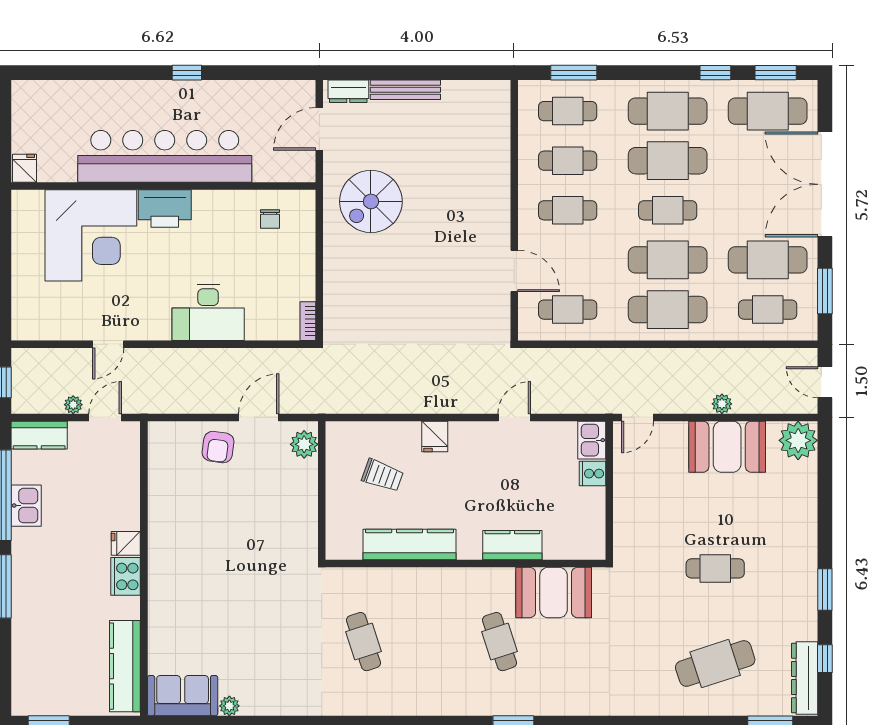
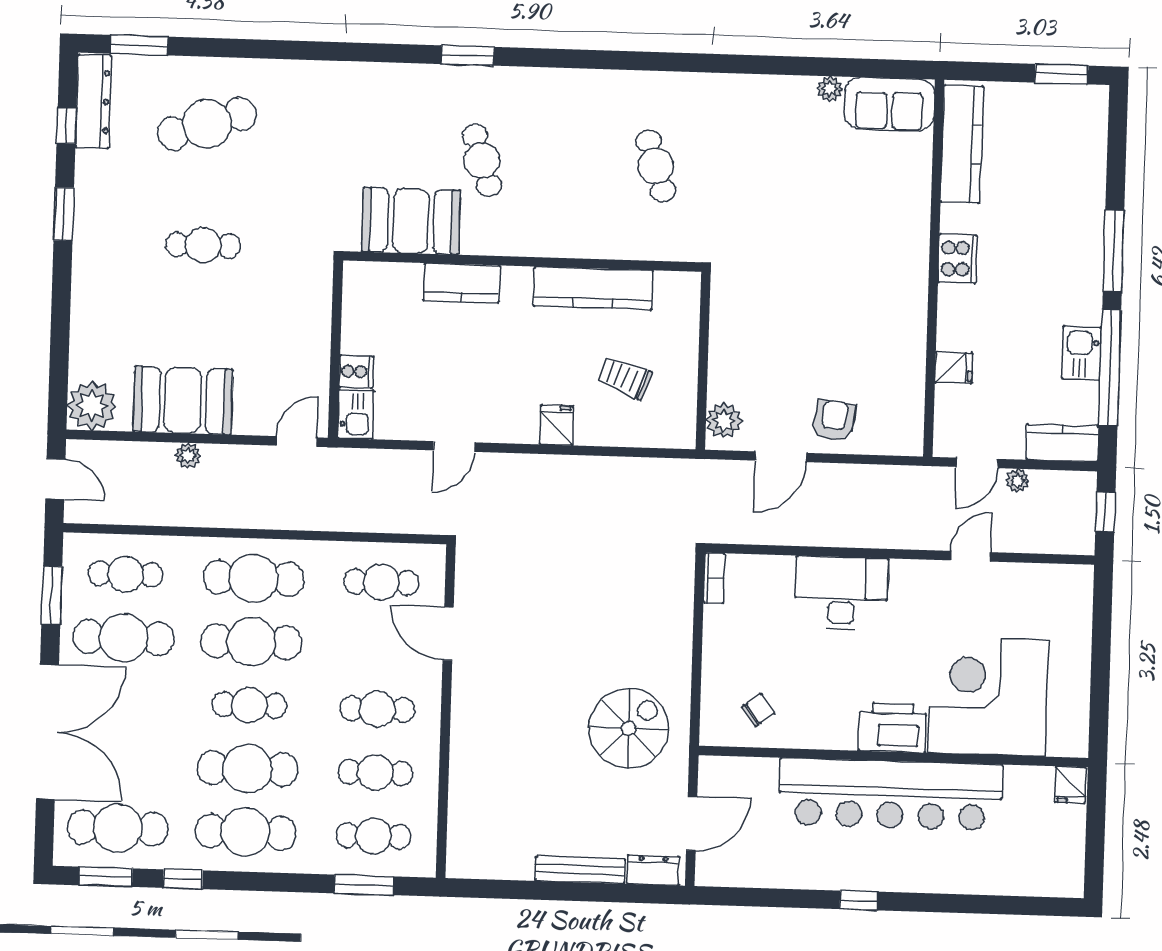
chair: (270, 219) -> (758, 710), turned 53
fridge: (126, 543) -> (954, 368), moved

